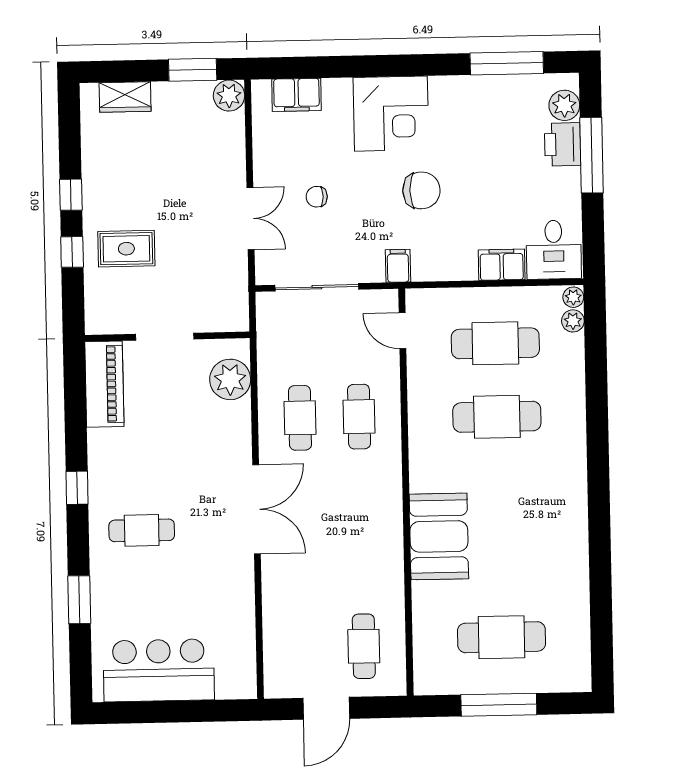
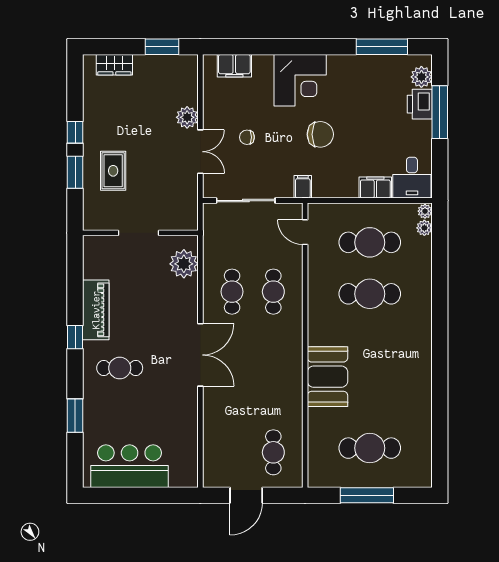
plant: (229, 96) -> (187, 117), moved
rug: (126, 249) -> (113, 171), turned 90
window: (72, 252) -> (75, 172), width x1.50
piano: (104, 384) -> (96, 310), moved

